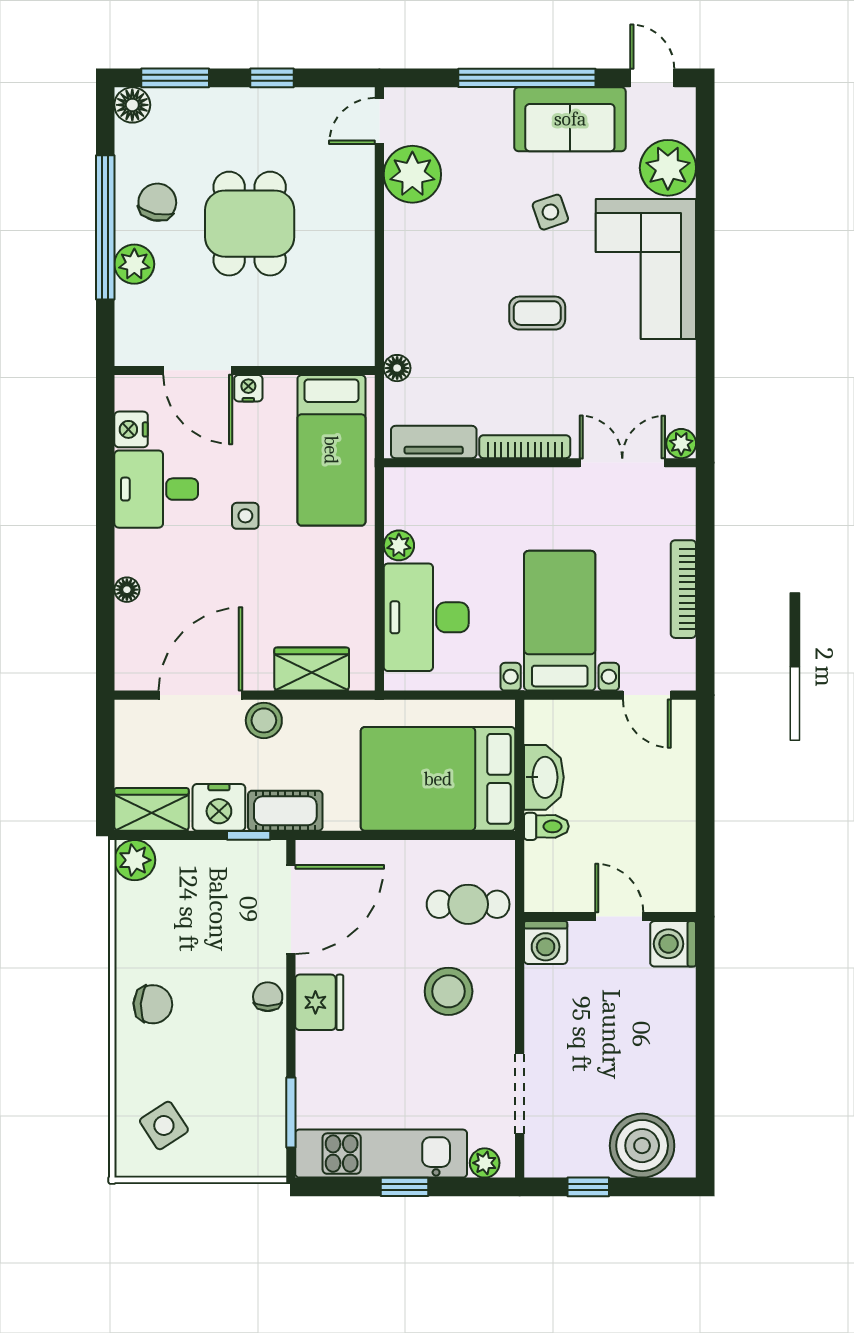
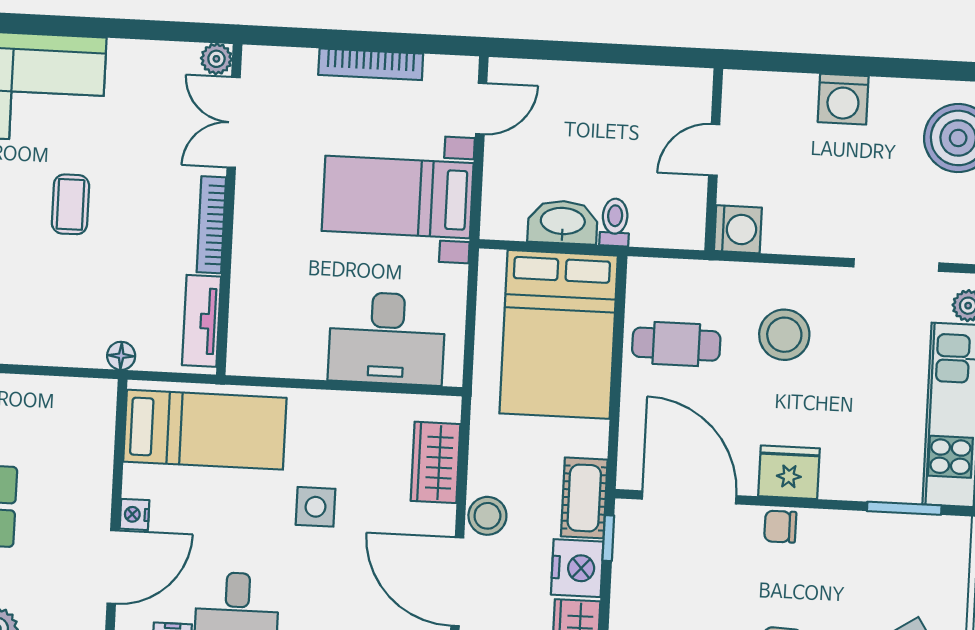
side table: (245, 516) -> (315, 507), moved, width x1.37, depth x1.37
plant: (399, 545) -> (309, 363), removed
cafe table: (468, 904) -> (676, 344), moved, turned 90
washing machine: (673, 944) -> (843, 99), moved

